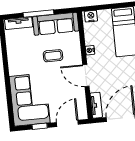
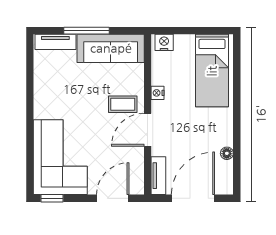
coffee table: (53, 56) -> (123, 104), moved
door: (86, 75) -> (148, 130), hinge flipped
window: (40, 126) -> (52, 198), moved

